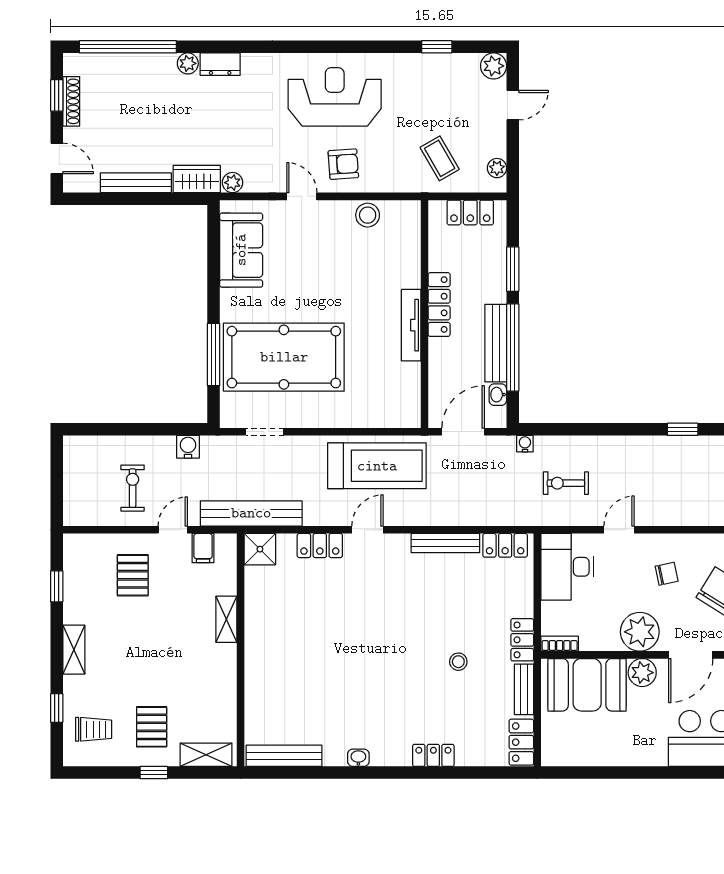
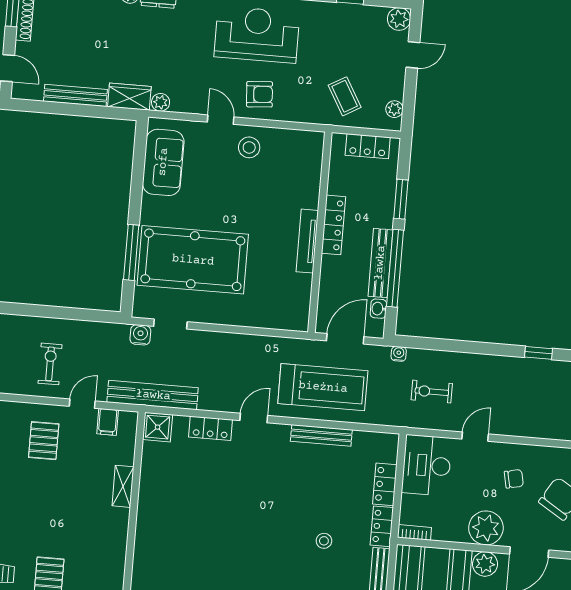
stool: (368, 215) -> (249, 147), moved
water cooler: (188, 447) -> (140, 335), moved
treadmill: (377, 466) -> (323, 387), moved
locker: (505, 545) -> (385, 484), moved, turned 90

